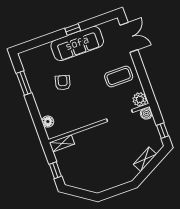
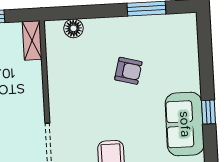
sofa: (77, 43) -> (185, 124), width x0.73

